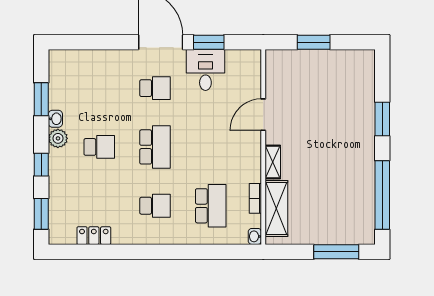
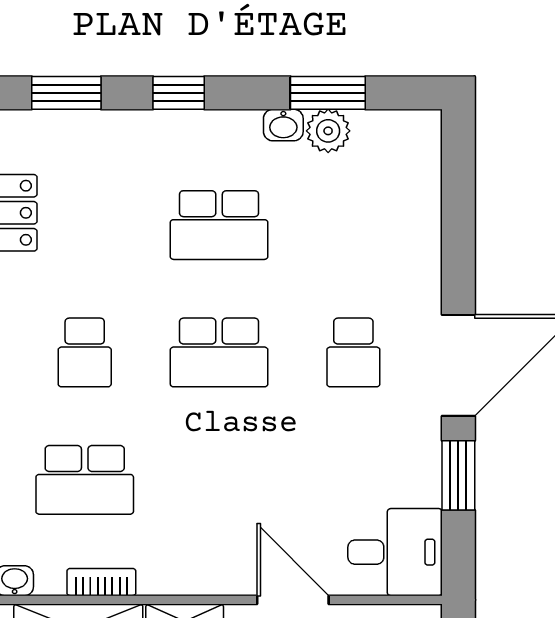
desk: (205, 70) -> (395, 552), moved
plant: (58, 138) -> (328, 131), moved
school desk: (99, 147) -> (219, 225), width x1.85

